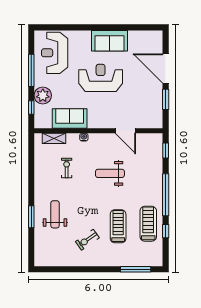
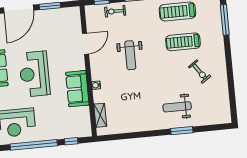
window: (31, 70) -> (34, 145), width x1.46
plant: (43, 95) -> (58, 131), removed
sofa: (70, 118) -> (77, 89), moved
exercise bike: (67, 168) -> (115, 11), moved

